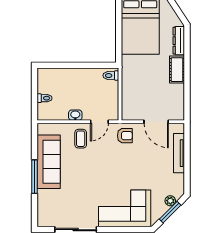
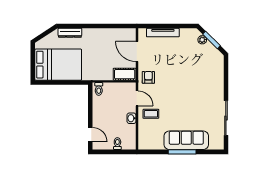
door: (55, 65) -> (90, 135), added
cot: (177, 70) -> (125, 74), moved
door: (156, 122) -> (137, 51), swing flipped
sofa: (49, 162) -> (186, 140), moved
corner sofa: (125, 208) -> (208, 77), removed

